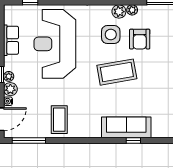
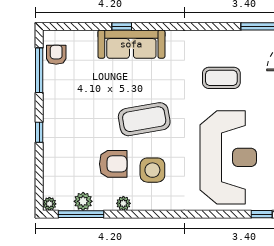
plant: (119, 12) -> (83, 201), moved
armchair: (140, 39) -> (113, 164), turned 90
coffee table: (59, 120) -> (221, 78), moved, turned 90

